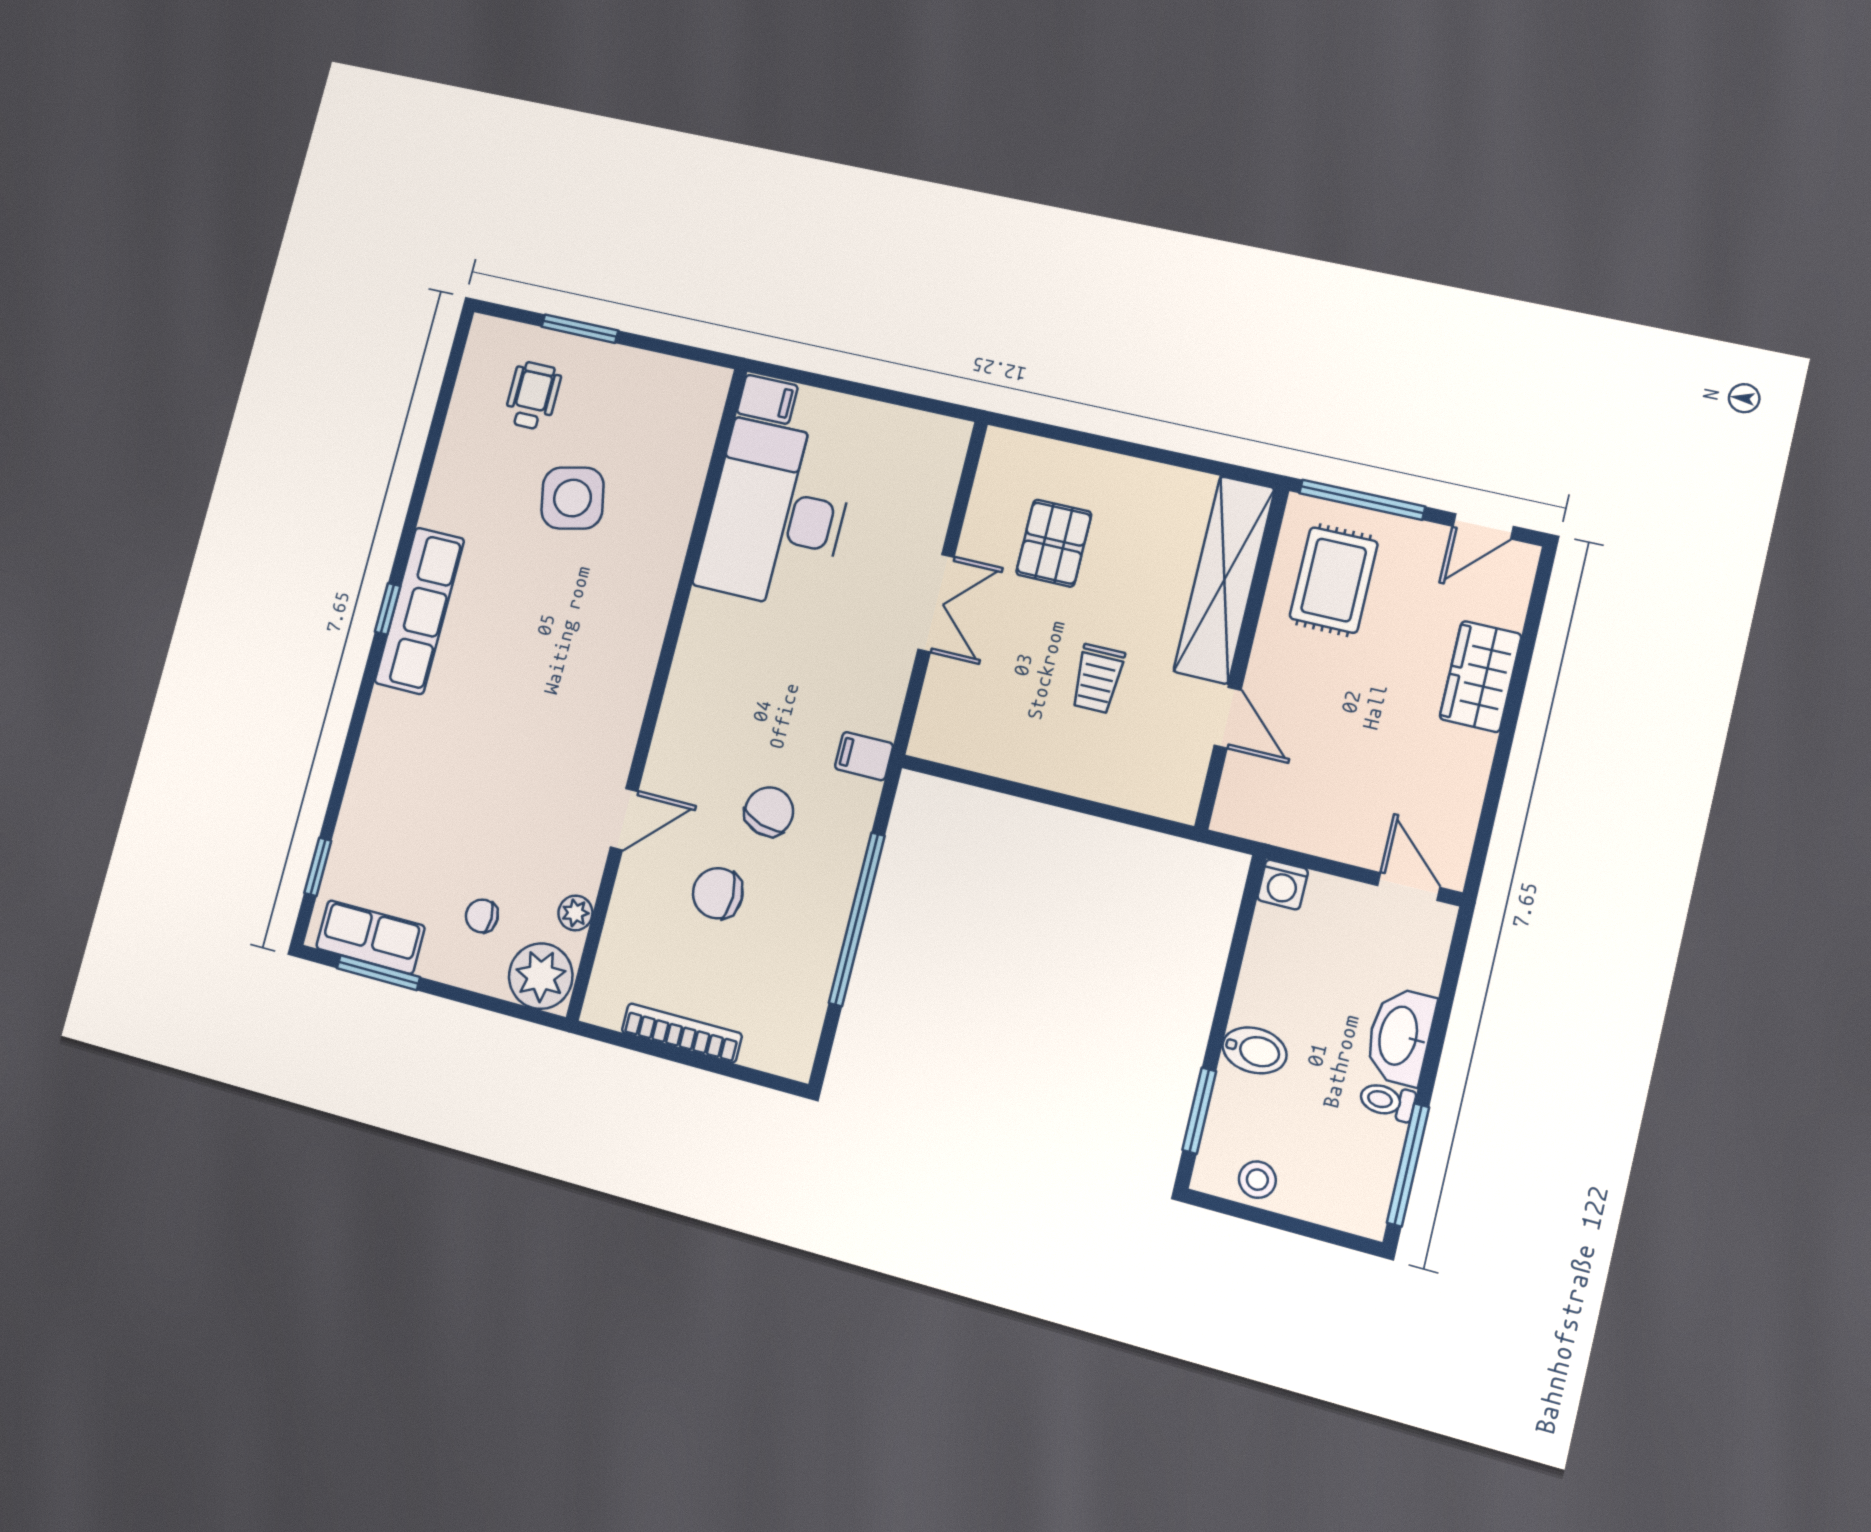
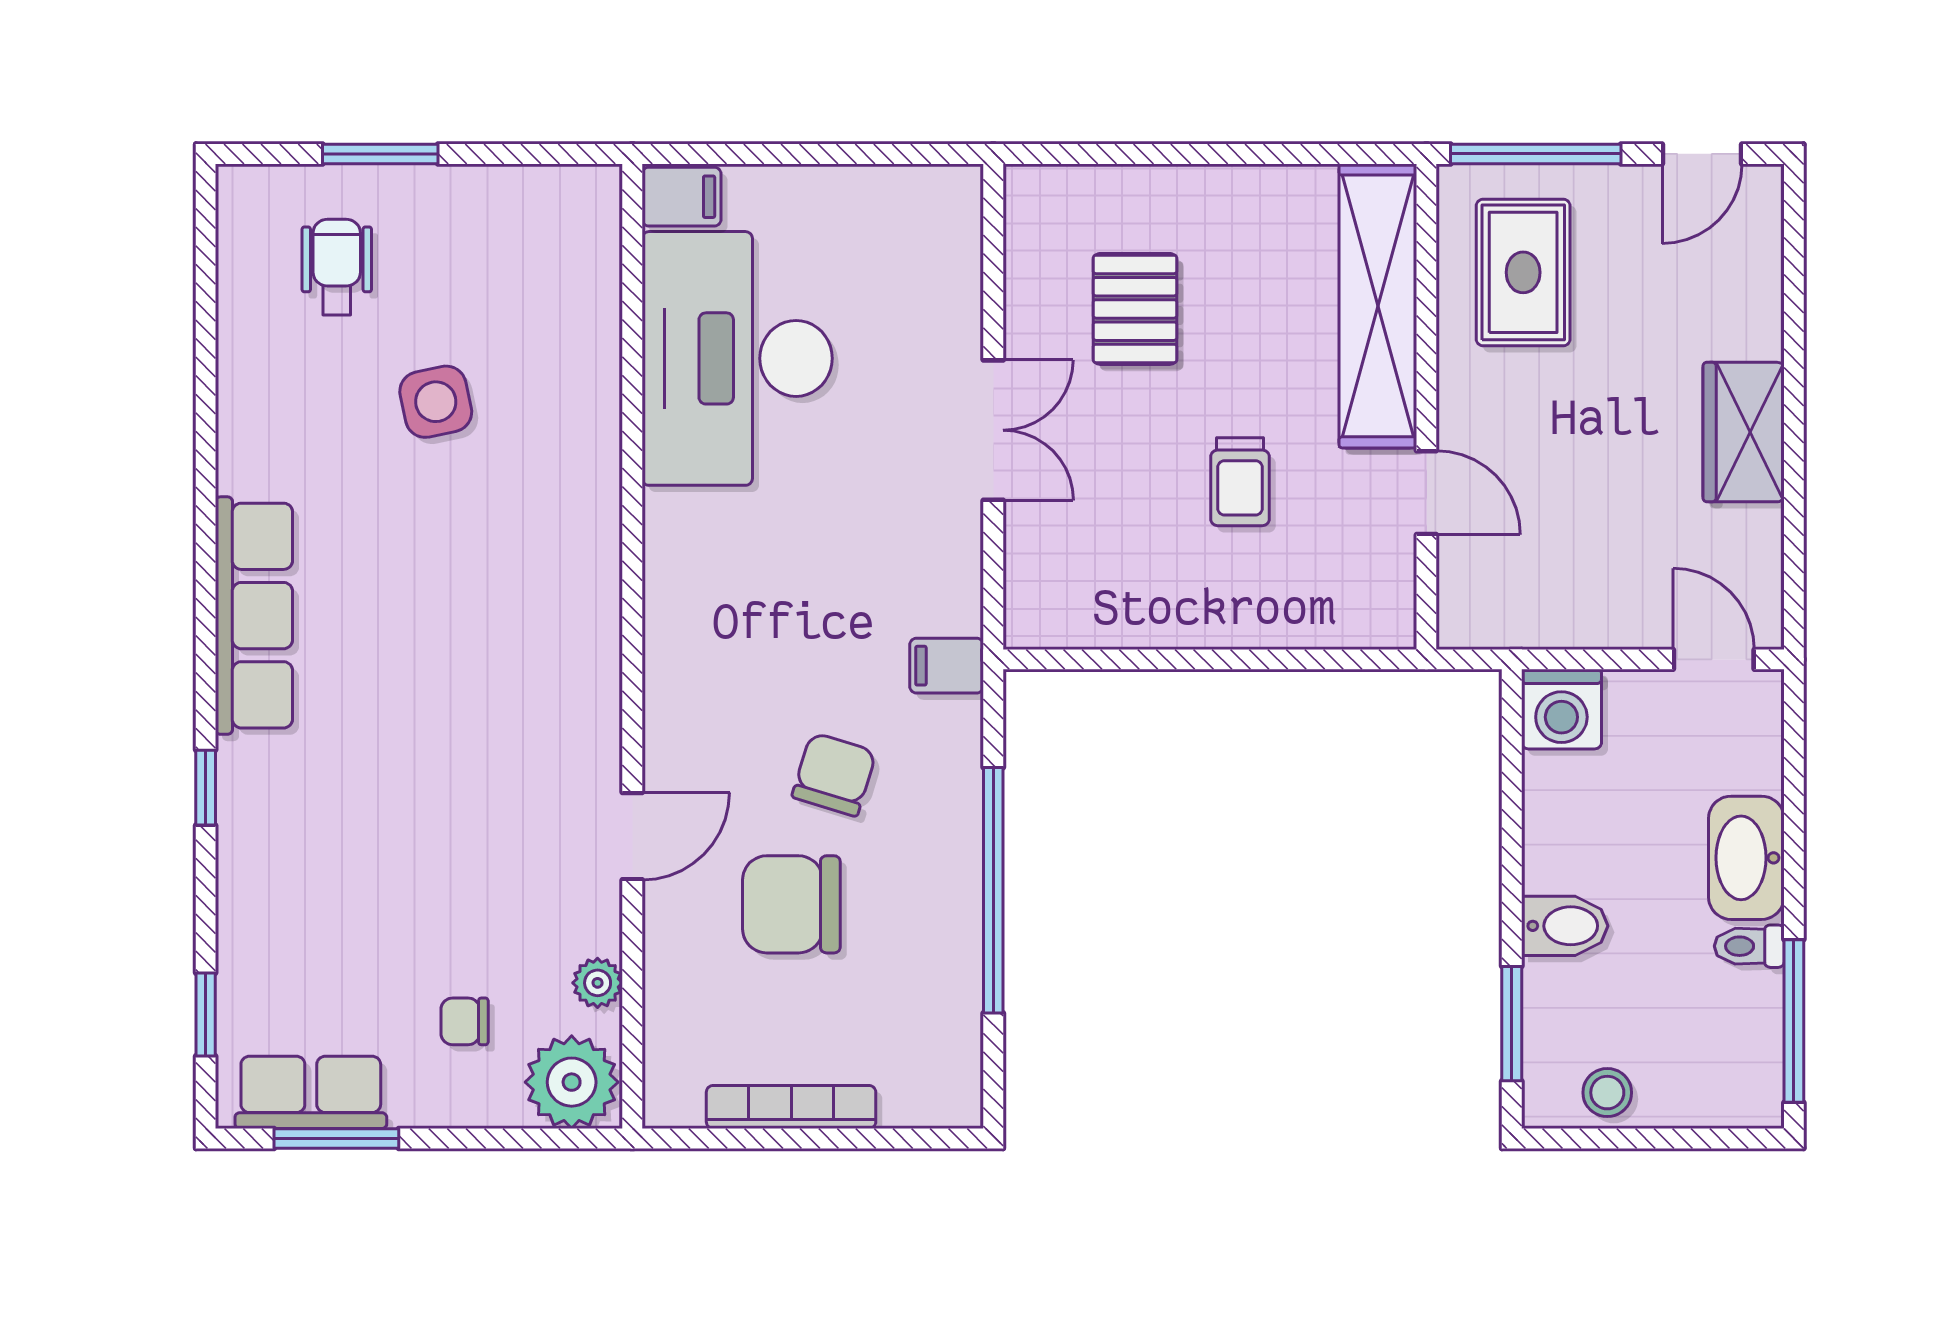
side table: (573, 498) -> (436, 402), width x0.73, depth x0.73
window: (388, 609) -> (206, 788), moved
wardrobe: (1481, 677) -> (1744, 432), moved
washing machine: (1283, 885) -> (1561, 709), width x1.38, depth x1.38
chair: (718, 893) -> (791, 904), width x1.37, depth x1.37

